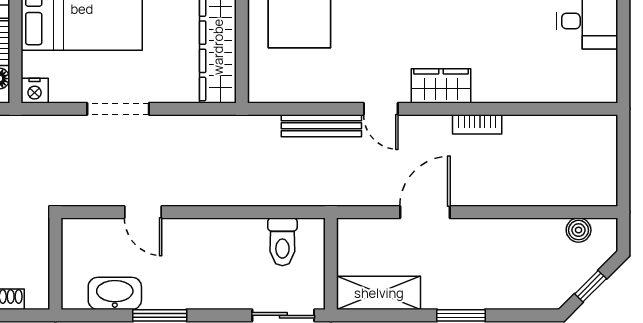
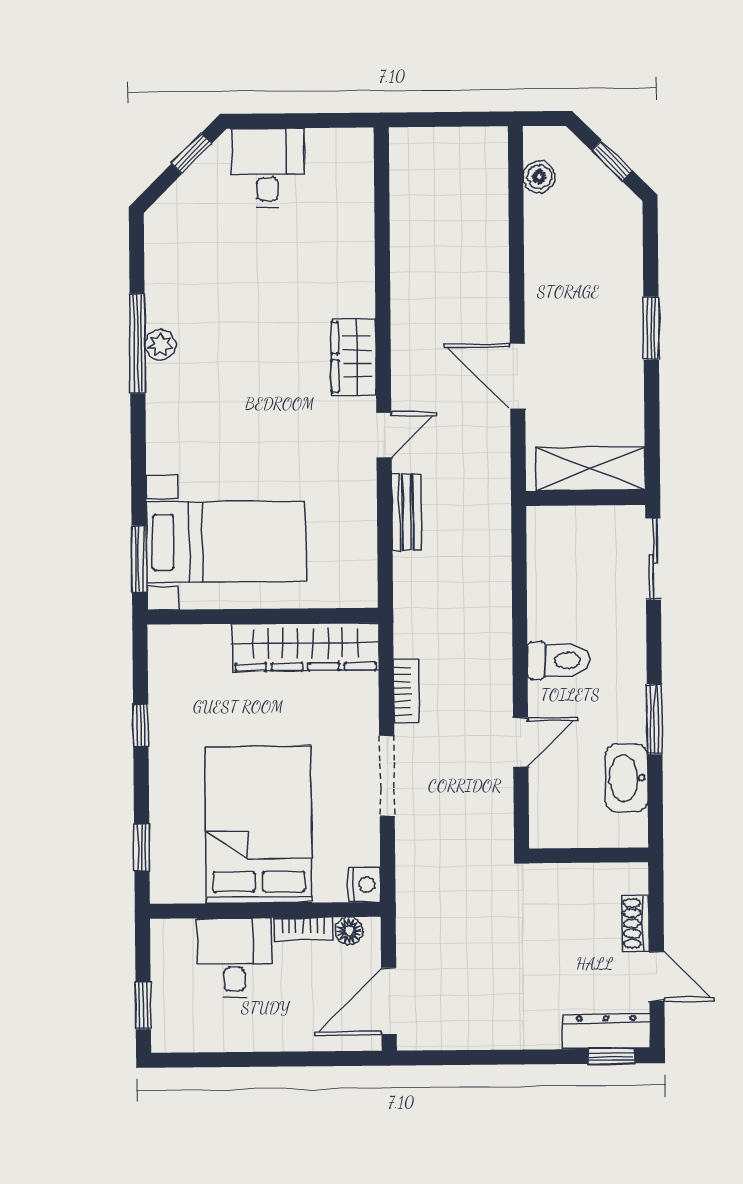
bookcase: (477, 124) -> (406, 691), moved
bench: (321, 126) -> (407, 512), width x0.73
toilet: (282, 242) -> (559, 660), moved
shelving: (379, 293) -> (590, 469), moved, turned 90

